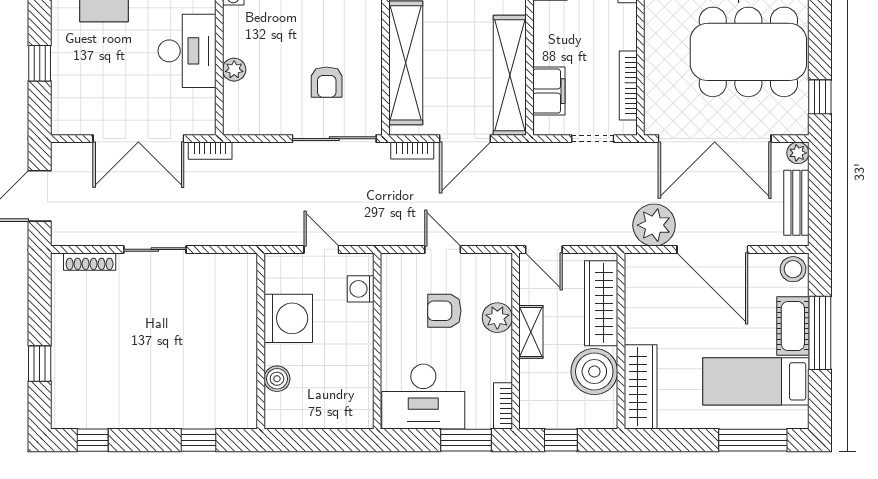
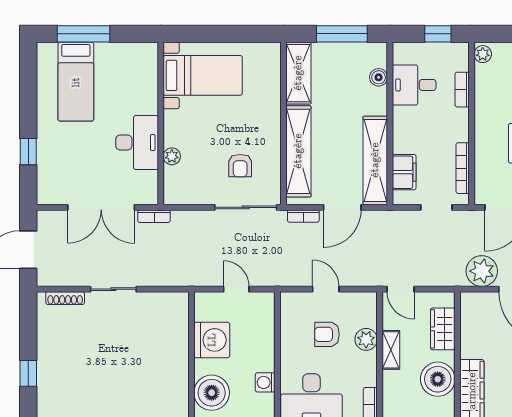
washing machine: (361, 289) -> (265, 382), moved
wardrobe: (601, 303) -> (443, 329), width x0.67
boiler: (277, 379) -> (212, 393), width x1.86, depth x1.86

